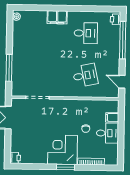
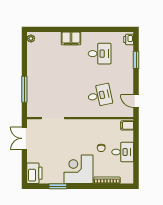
window: (123, 40) -> (136, 60), width x0.47
filing cabinet: (112, 117) -> (127, 125), moved
printer: (15, 158) -> (34, 173), width x1.87, depth x1.48
window: (65, 167) -> (58, 186), moved

